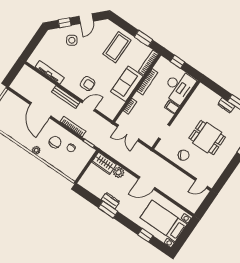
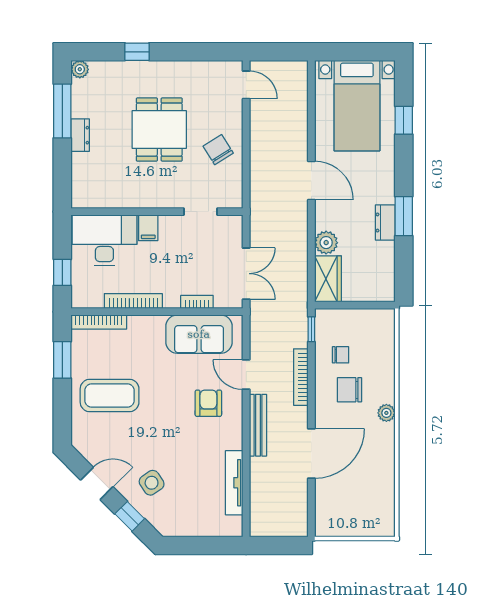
sofa: (127, 84) -> (199, 334), moved

